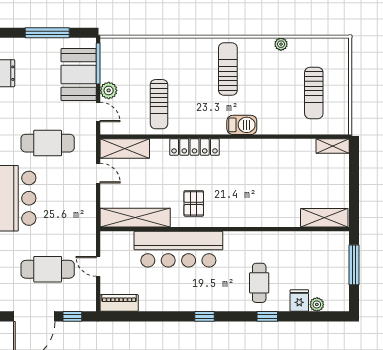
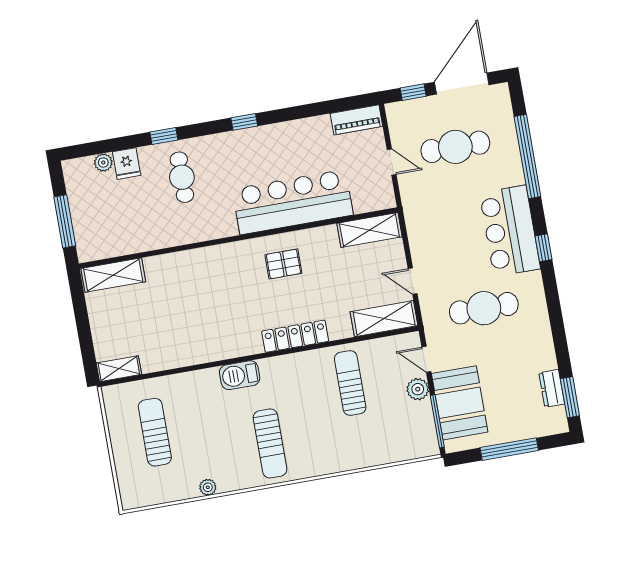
pallet: (194, 203) -> (283, 264), turned 90
shelving: (135, 218) -> (369, 230), width x0.68

